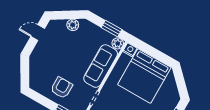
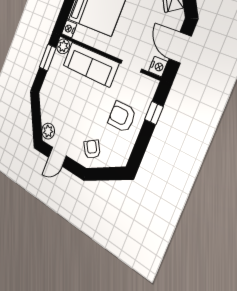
plant: (73, 25) -> (48, 131), moved
door: (38, 33) -> (57, 157), hinge flipped
armchair: (42, 62) -> (92, 149), added

